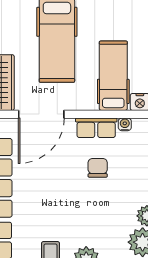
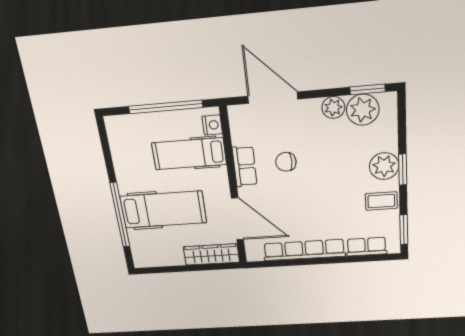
water cooler: (125, 124) -> (238, 138), removed

